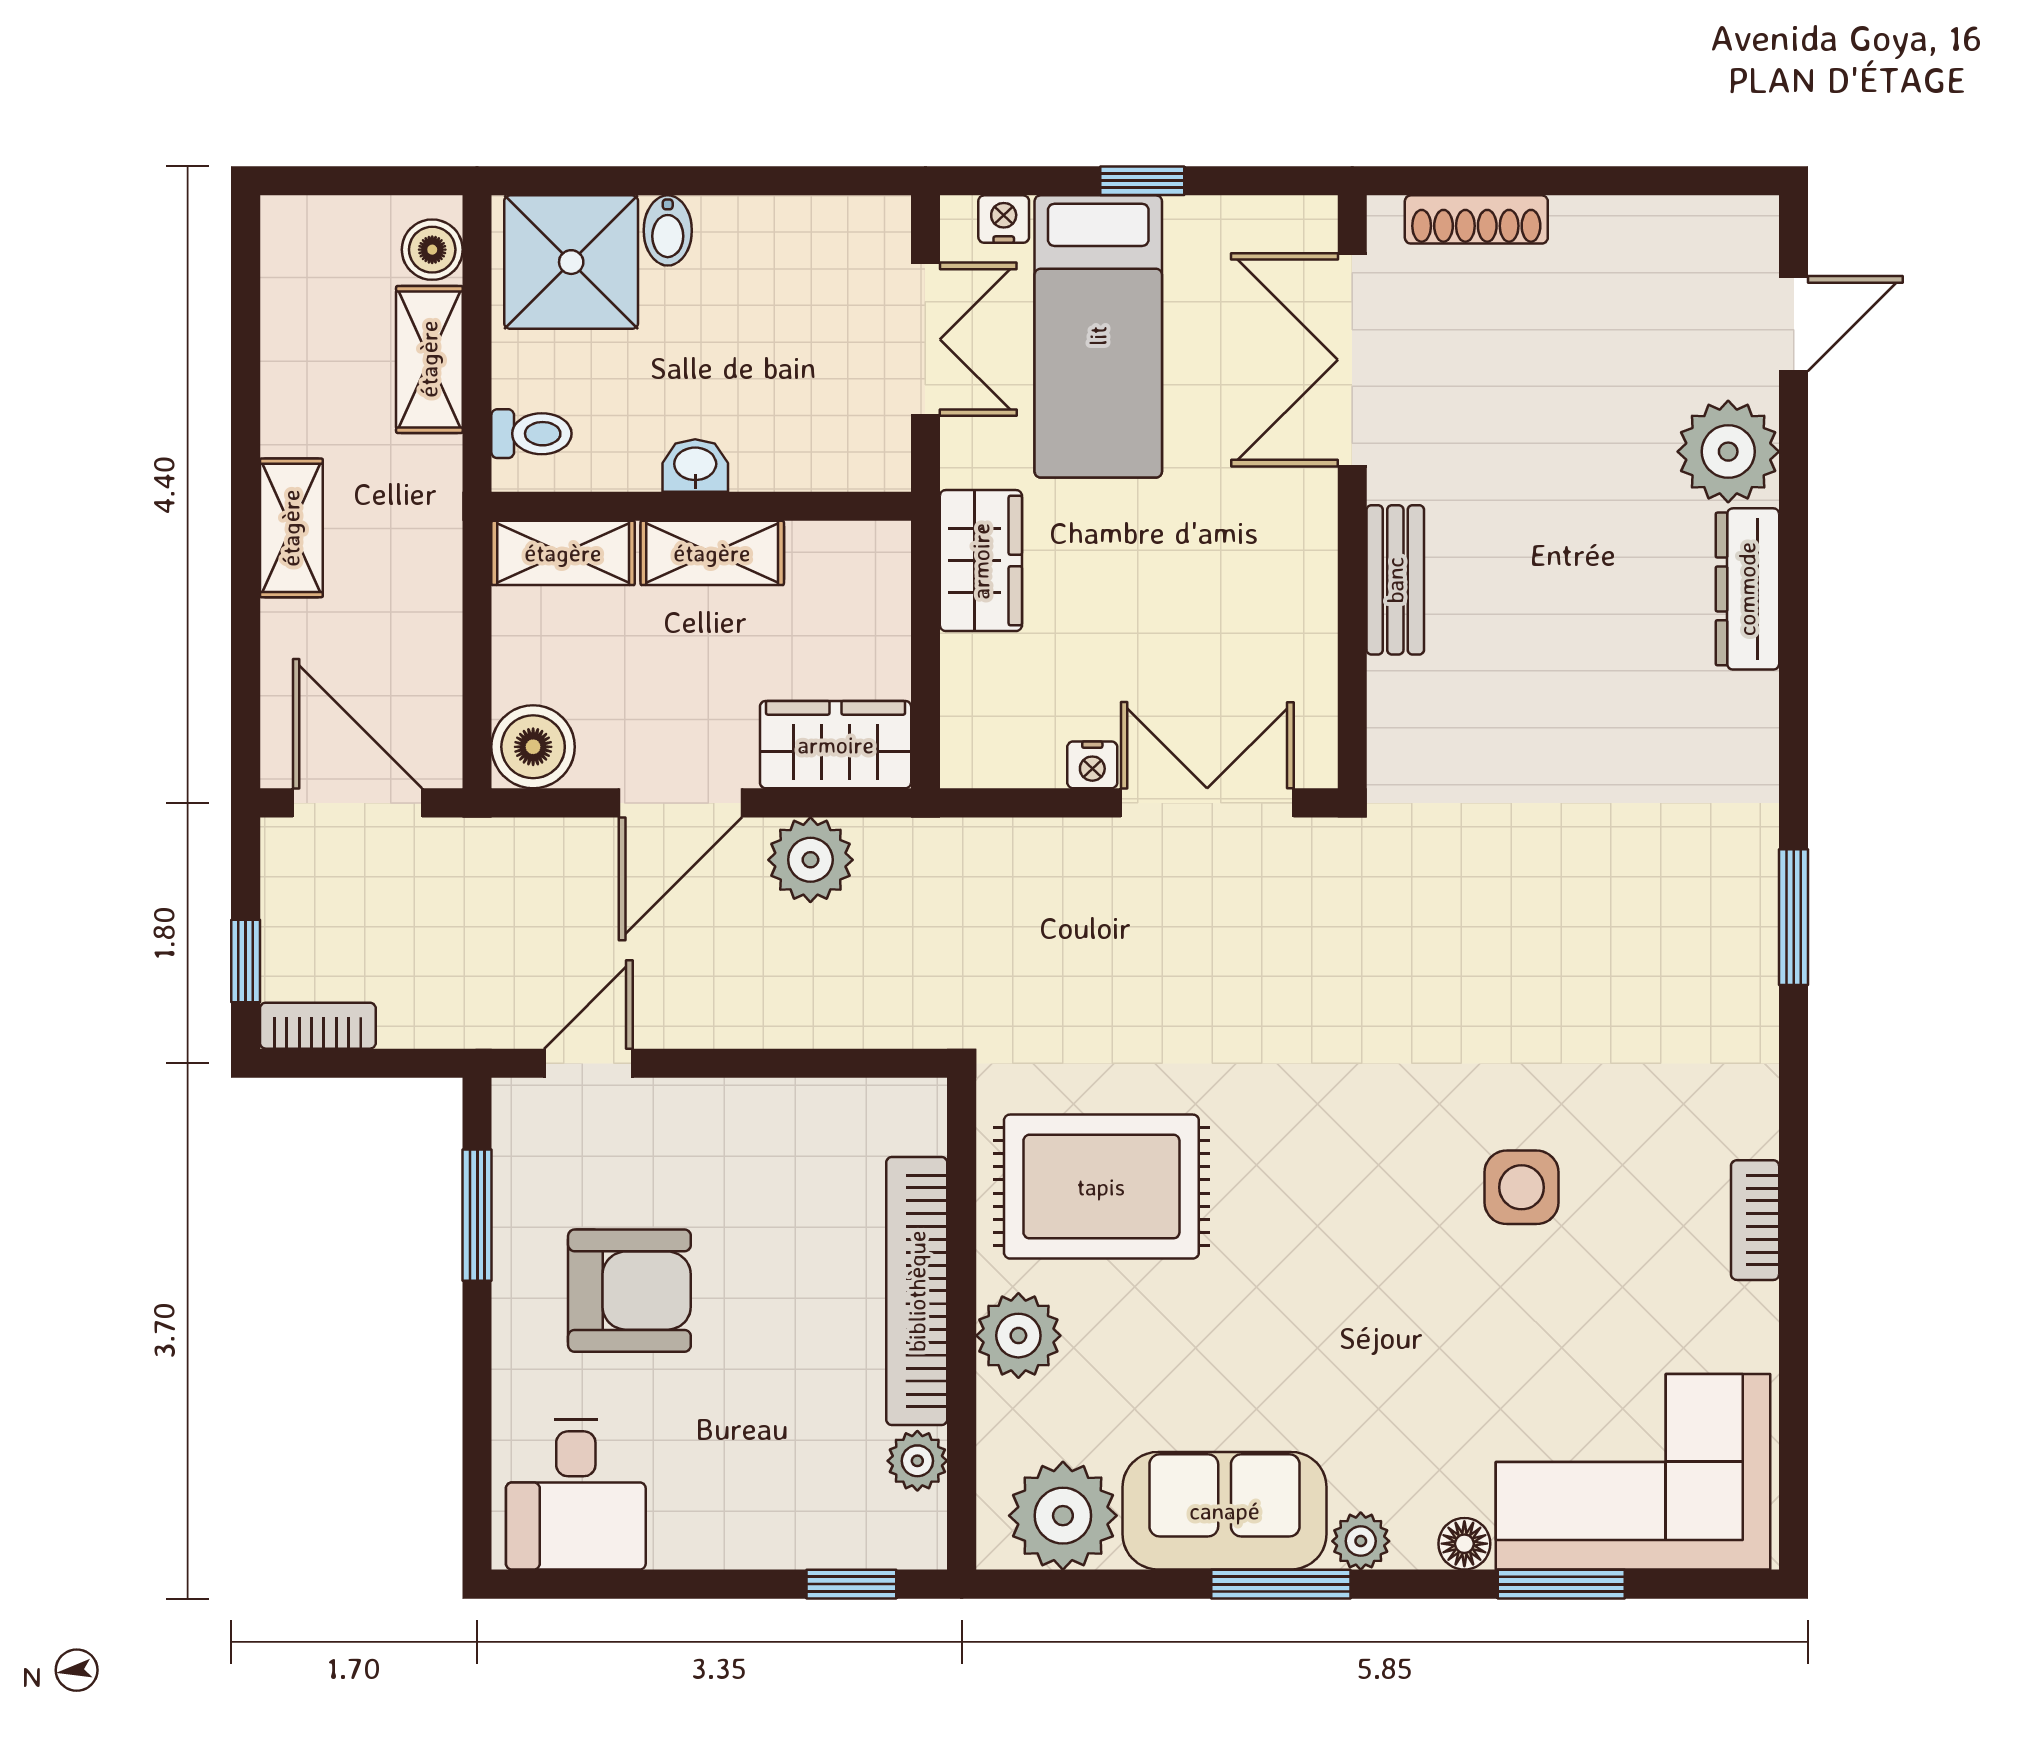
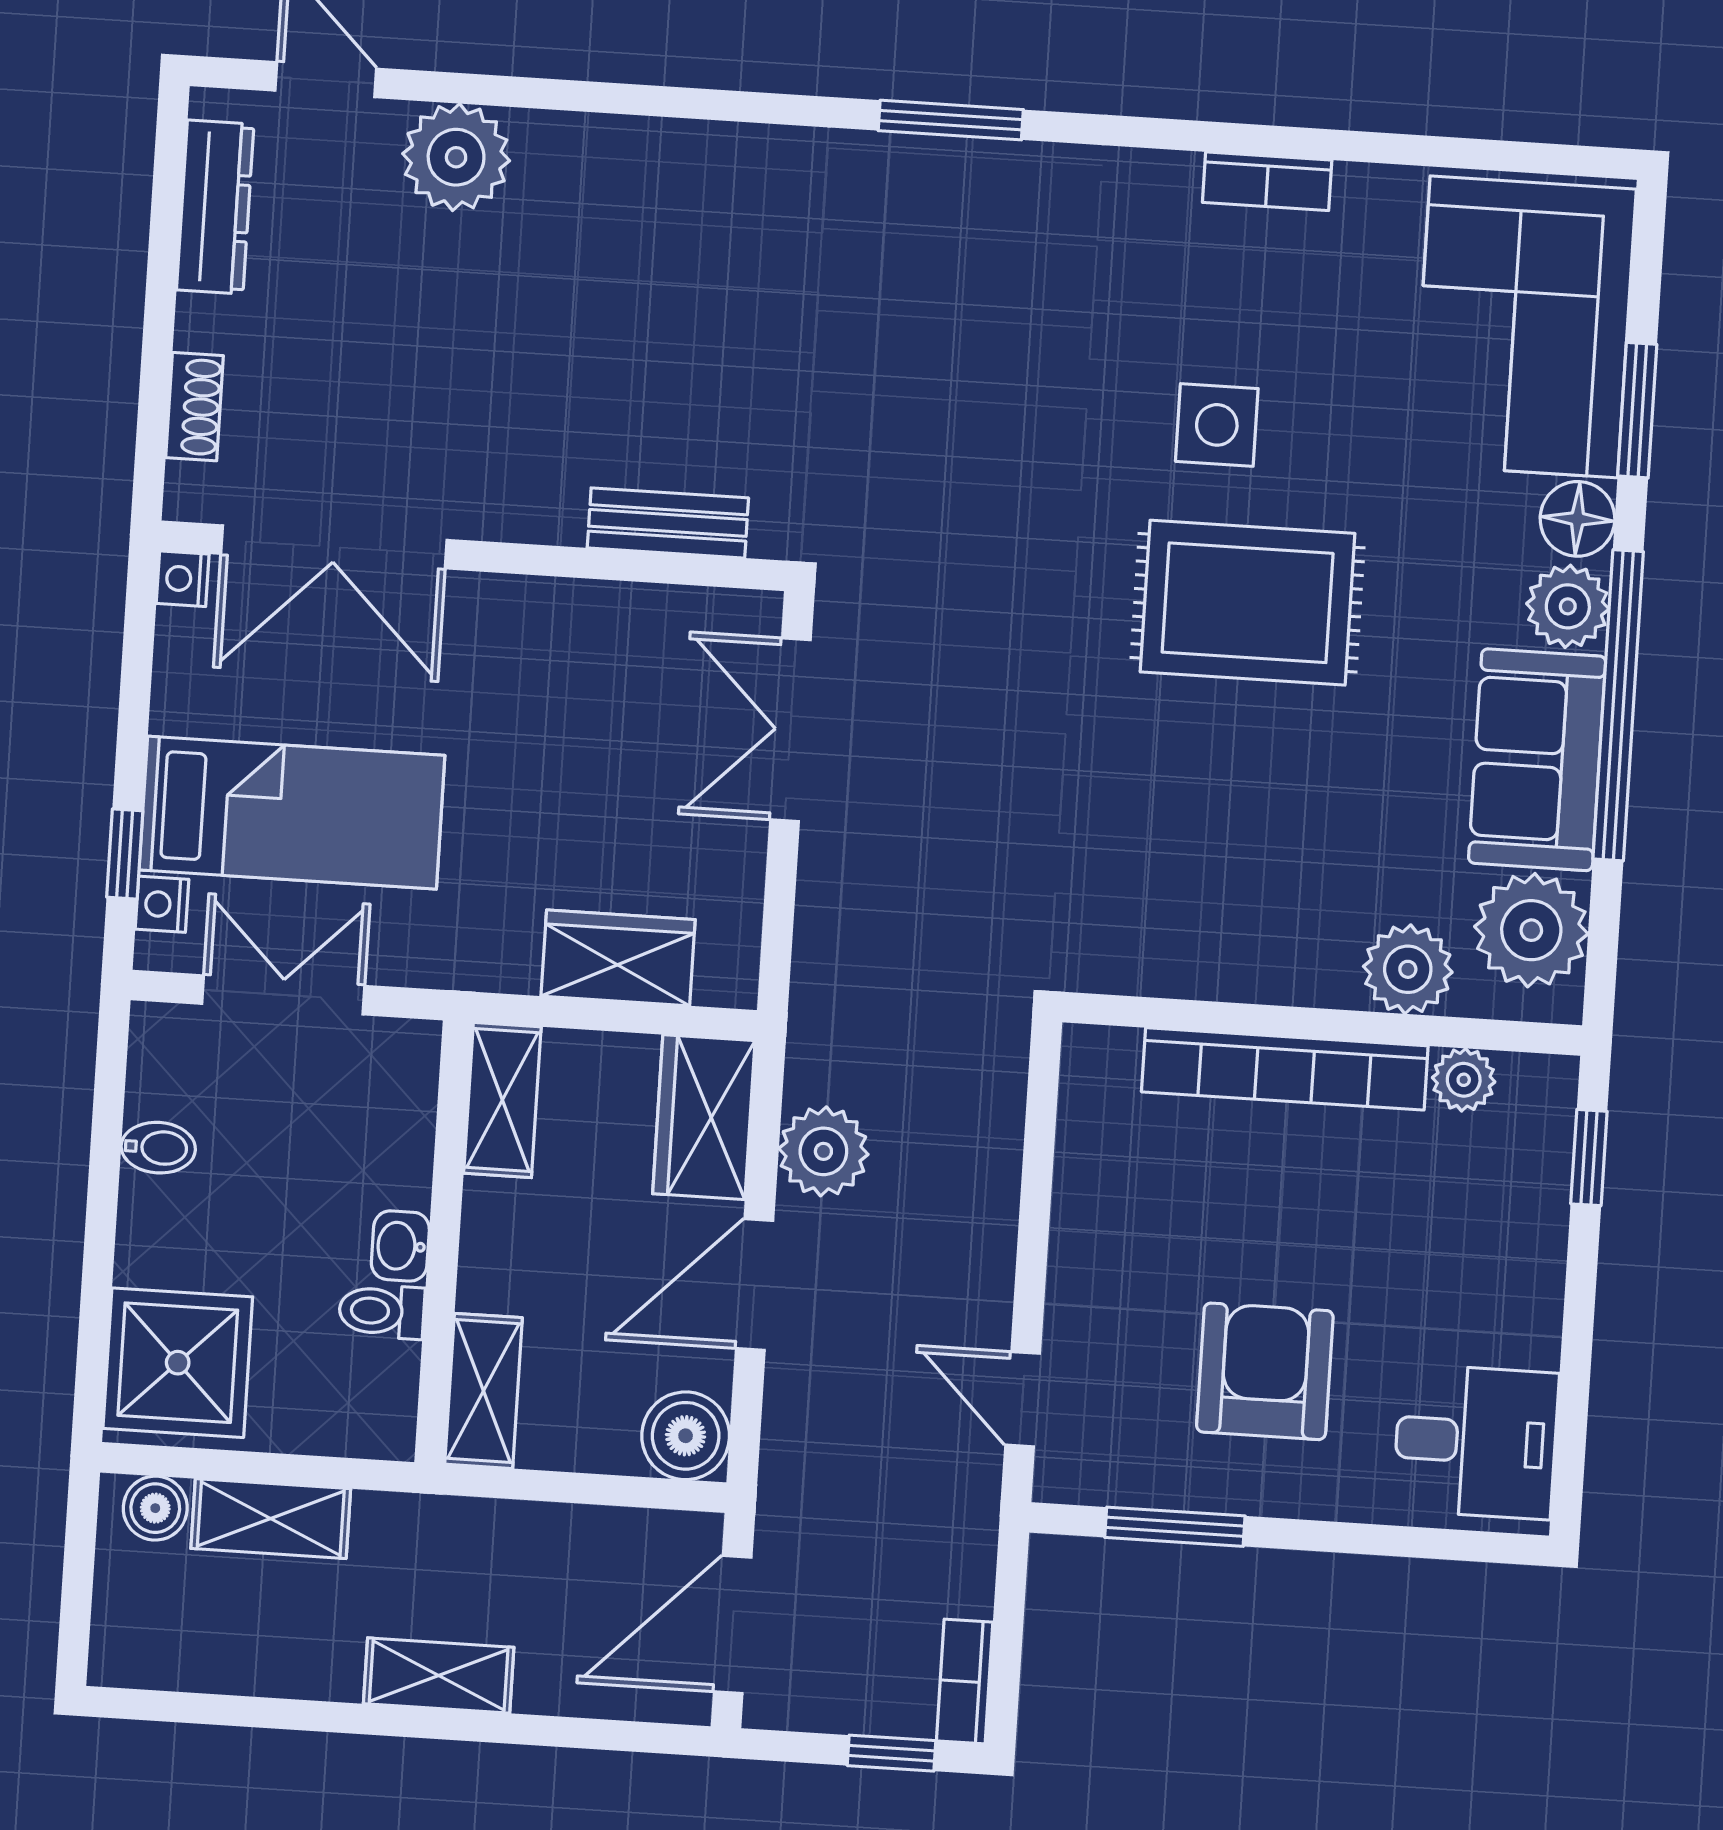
window: (1142, 181) -> (125, 854), moved
shoe rack: (1476, 219) -> (195, 407), width x0.70
bidet: (668, 230) -> (158, 1148), moved
toilet: (531, 434) -> (382, 1311), moved, turned -90
shelving: (712, 553) -> (502, 1100), moved
wardrobe: (981, 561) -> (618, 958), moved
bench: (1395, 580) -> (668, 523), moved
dresser: (1747, 589) -> (215, 207), moved, turned -90
nightstand: (1092, 765) -> (183, 579), moved, turned 180
door: (680, 803) -> (755, 1284), swing flipped
rug: (1101, 1187) -> (1248, 603), moved, turned 90
plant: (1018, 1336) -> (1408, 969), moved
plant: (1361, 1541) -> (1568, 606), width x1.38, depth x1.38
floor lamp: (1464, 1544) -> (1577, 519), width x1.37, depth x1.37
window: (1281, 1584) -> (1618, 705), width x2.11

